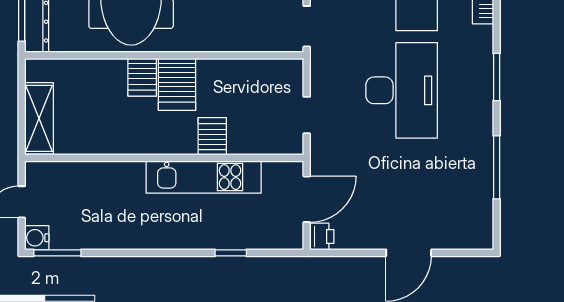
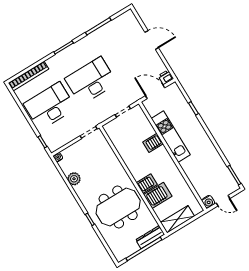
server rack: (177, 84) -> (158, 195), moved
shelving: (39, 118) -> (177, 219), moved
water cooler: (37, 238) -> (208, 202), moved

